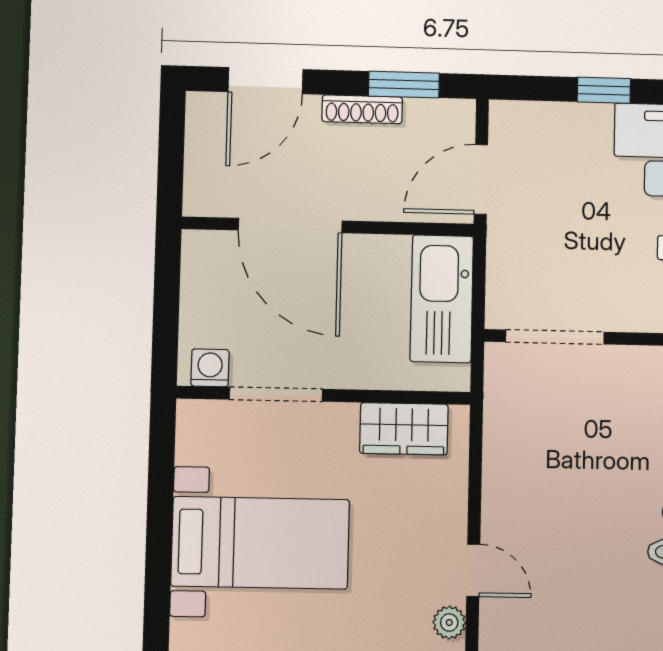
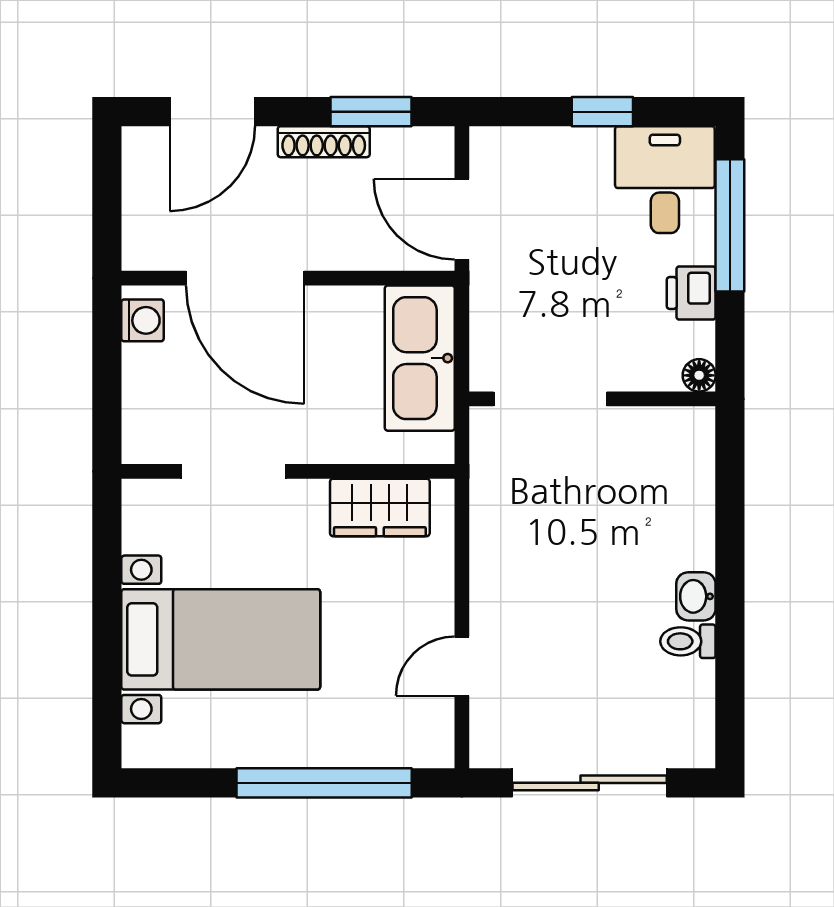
door: (481, 179) -> (462, 219), hinge flipped
washing machine: (210, 368) -> (143, 320), moved, turned 90
door: (473, 570) -> (462, 666), swing flipped
plant: (449, 623) -> (436, 725), removed

